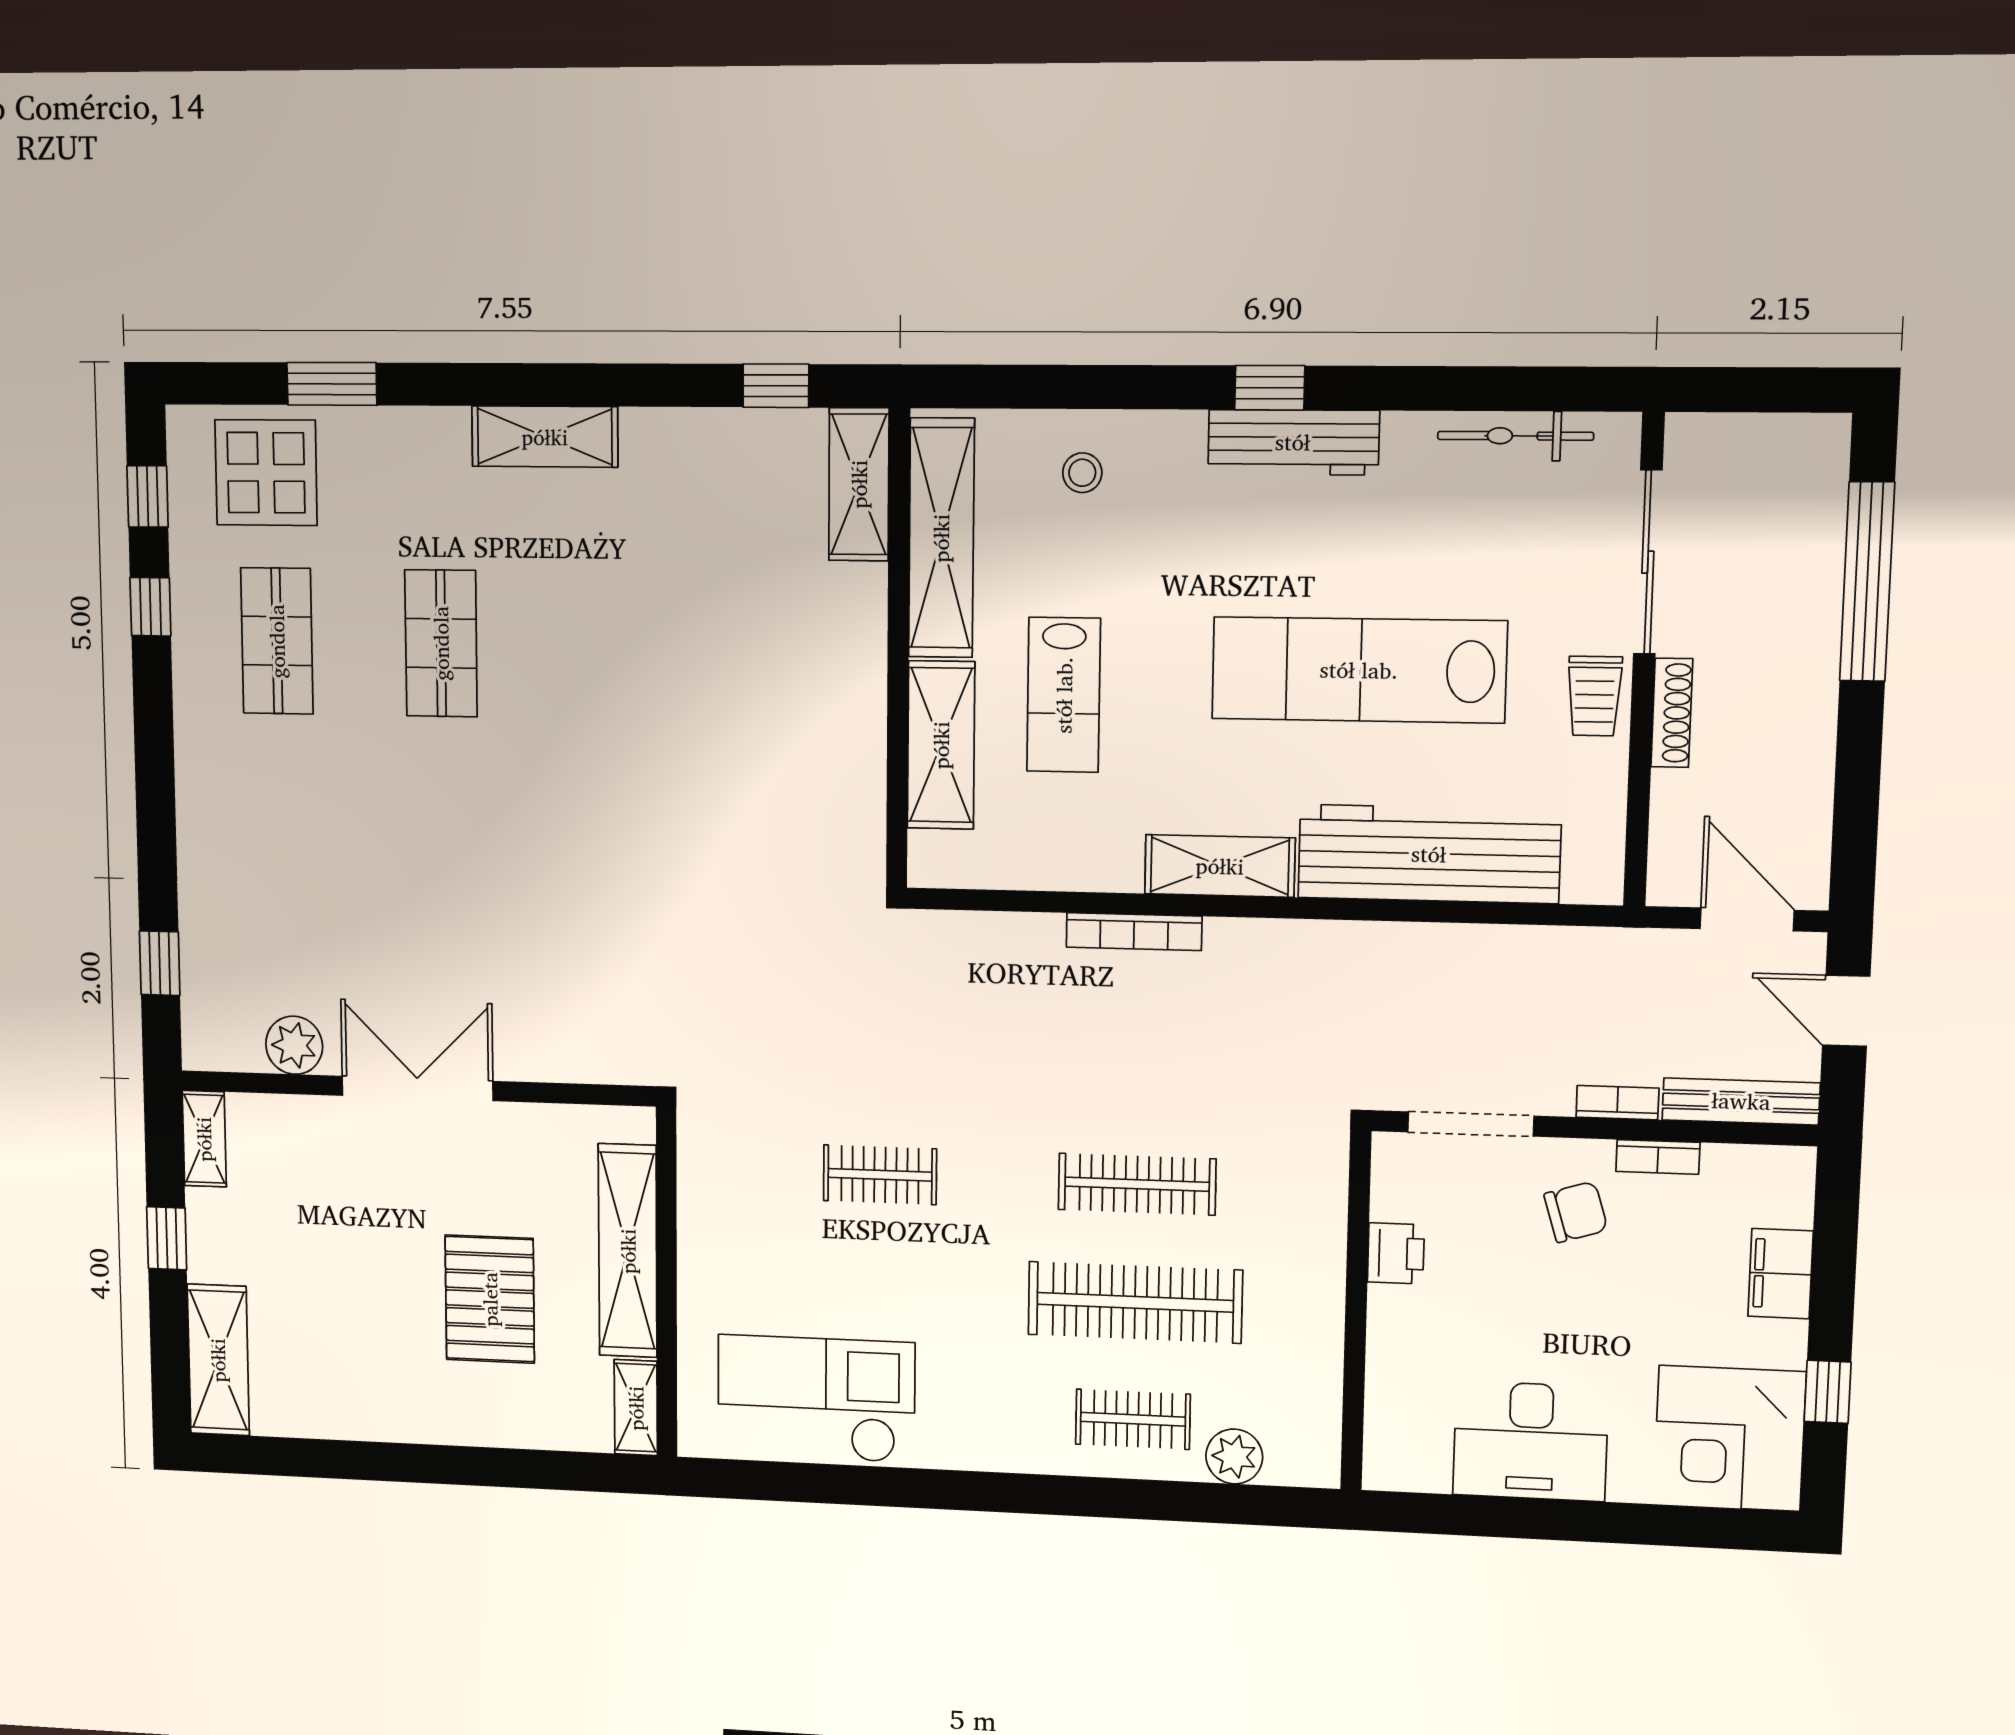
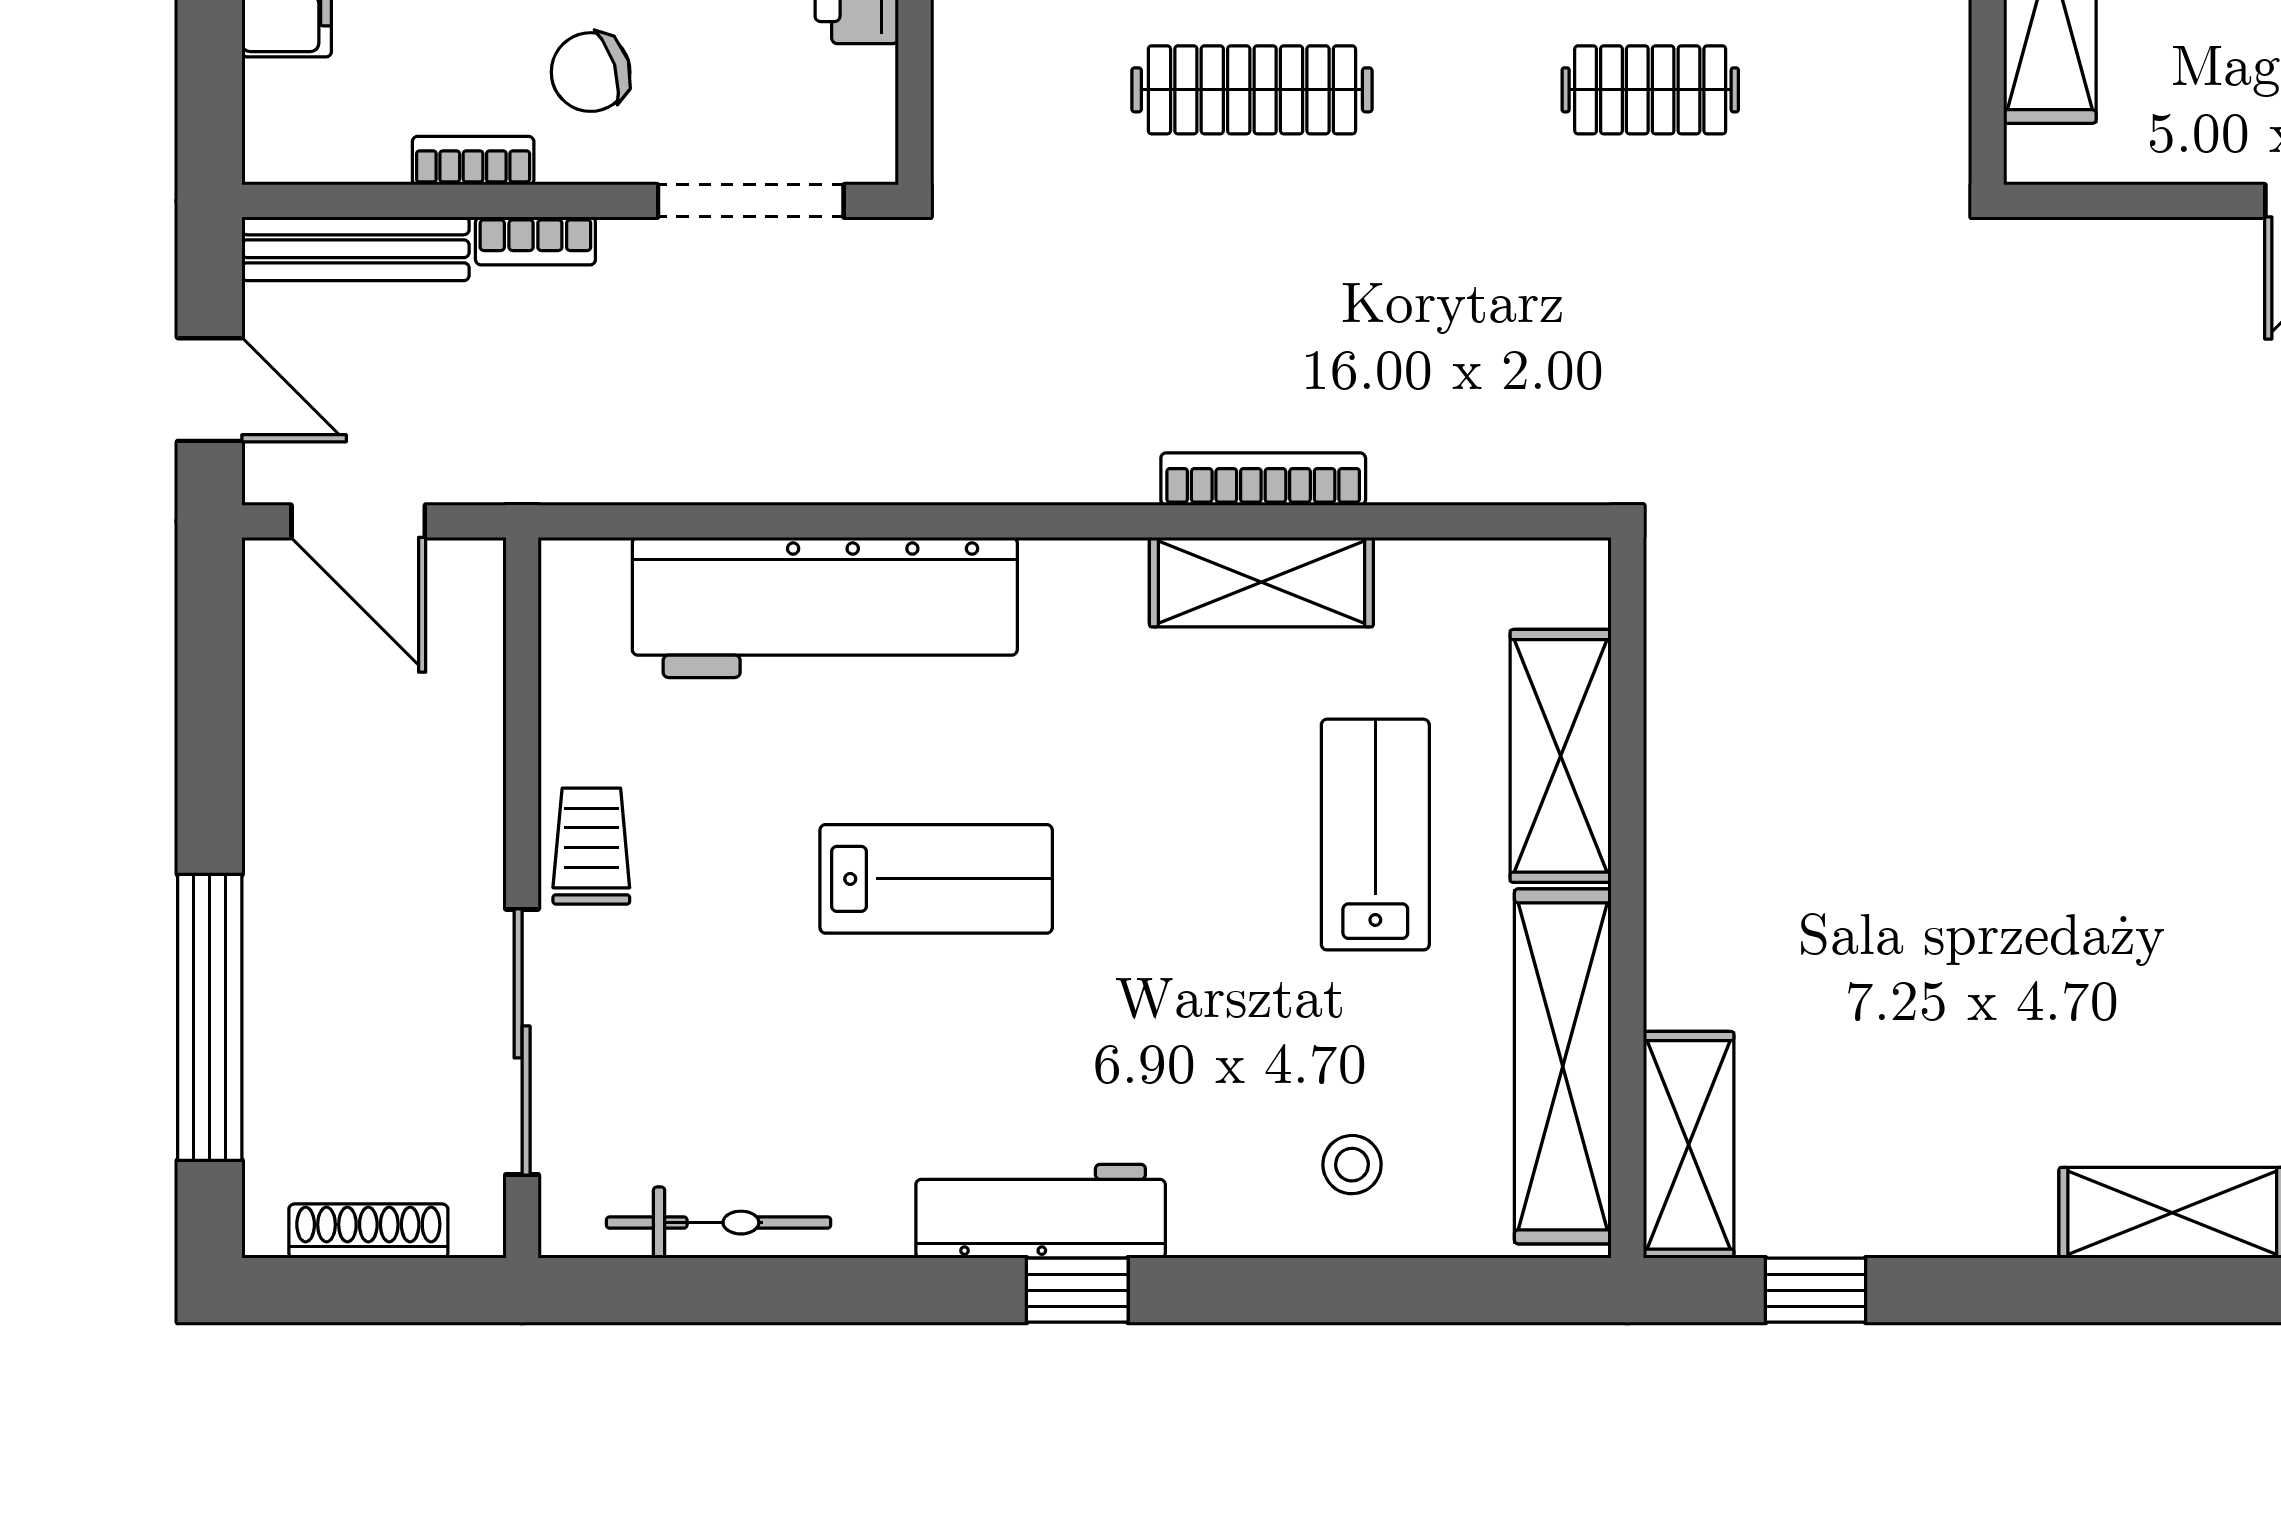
lab bench: (1359, 670) -> (936, 879), width x0.54, depth x0.72
shoe rack: (1672, 713) -> (368, 1231), moved, turned 90
shelving: (1220, 866) -> (1261, 582), moved

